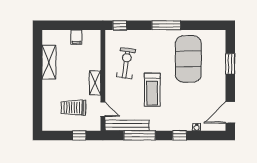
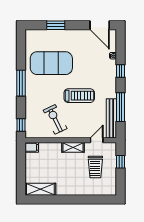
filing cabinet: (76, 37) -> (32, 147), moved
shelving: (49, 62) -> (40, 189), moved
exercise bike: (126, 63) -> (55, 119), turned 56

